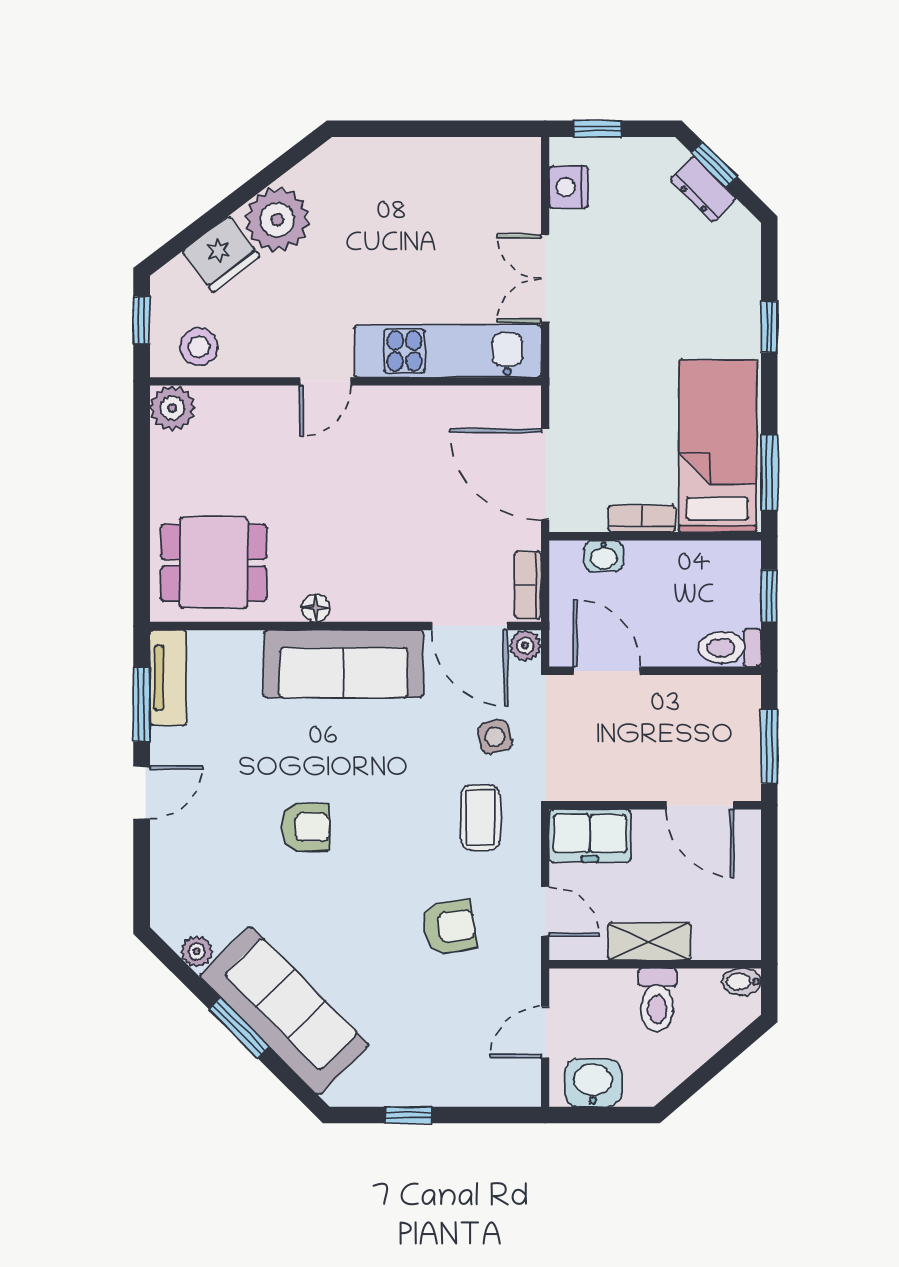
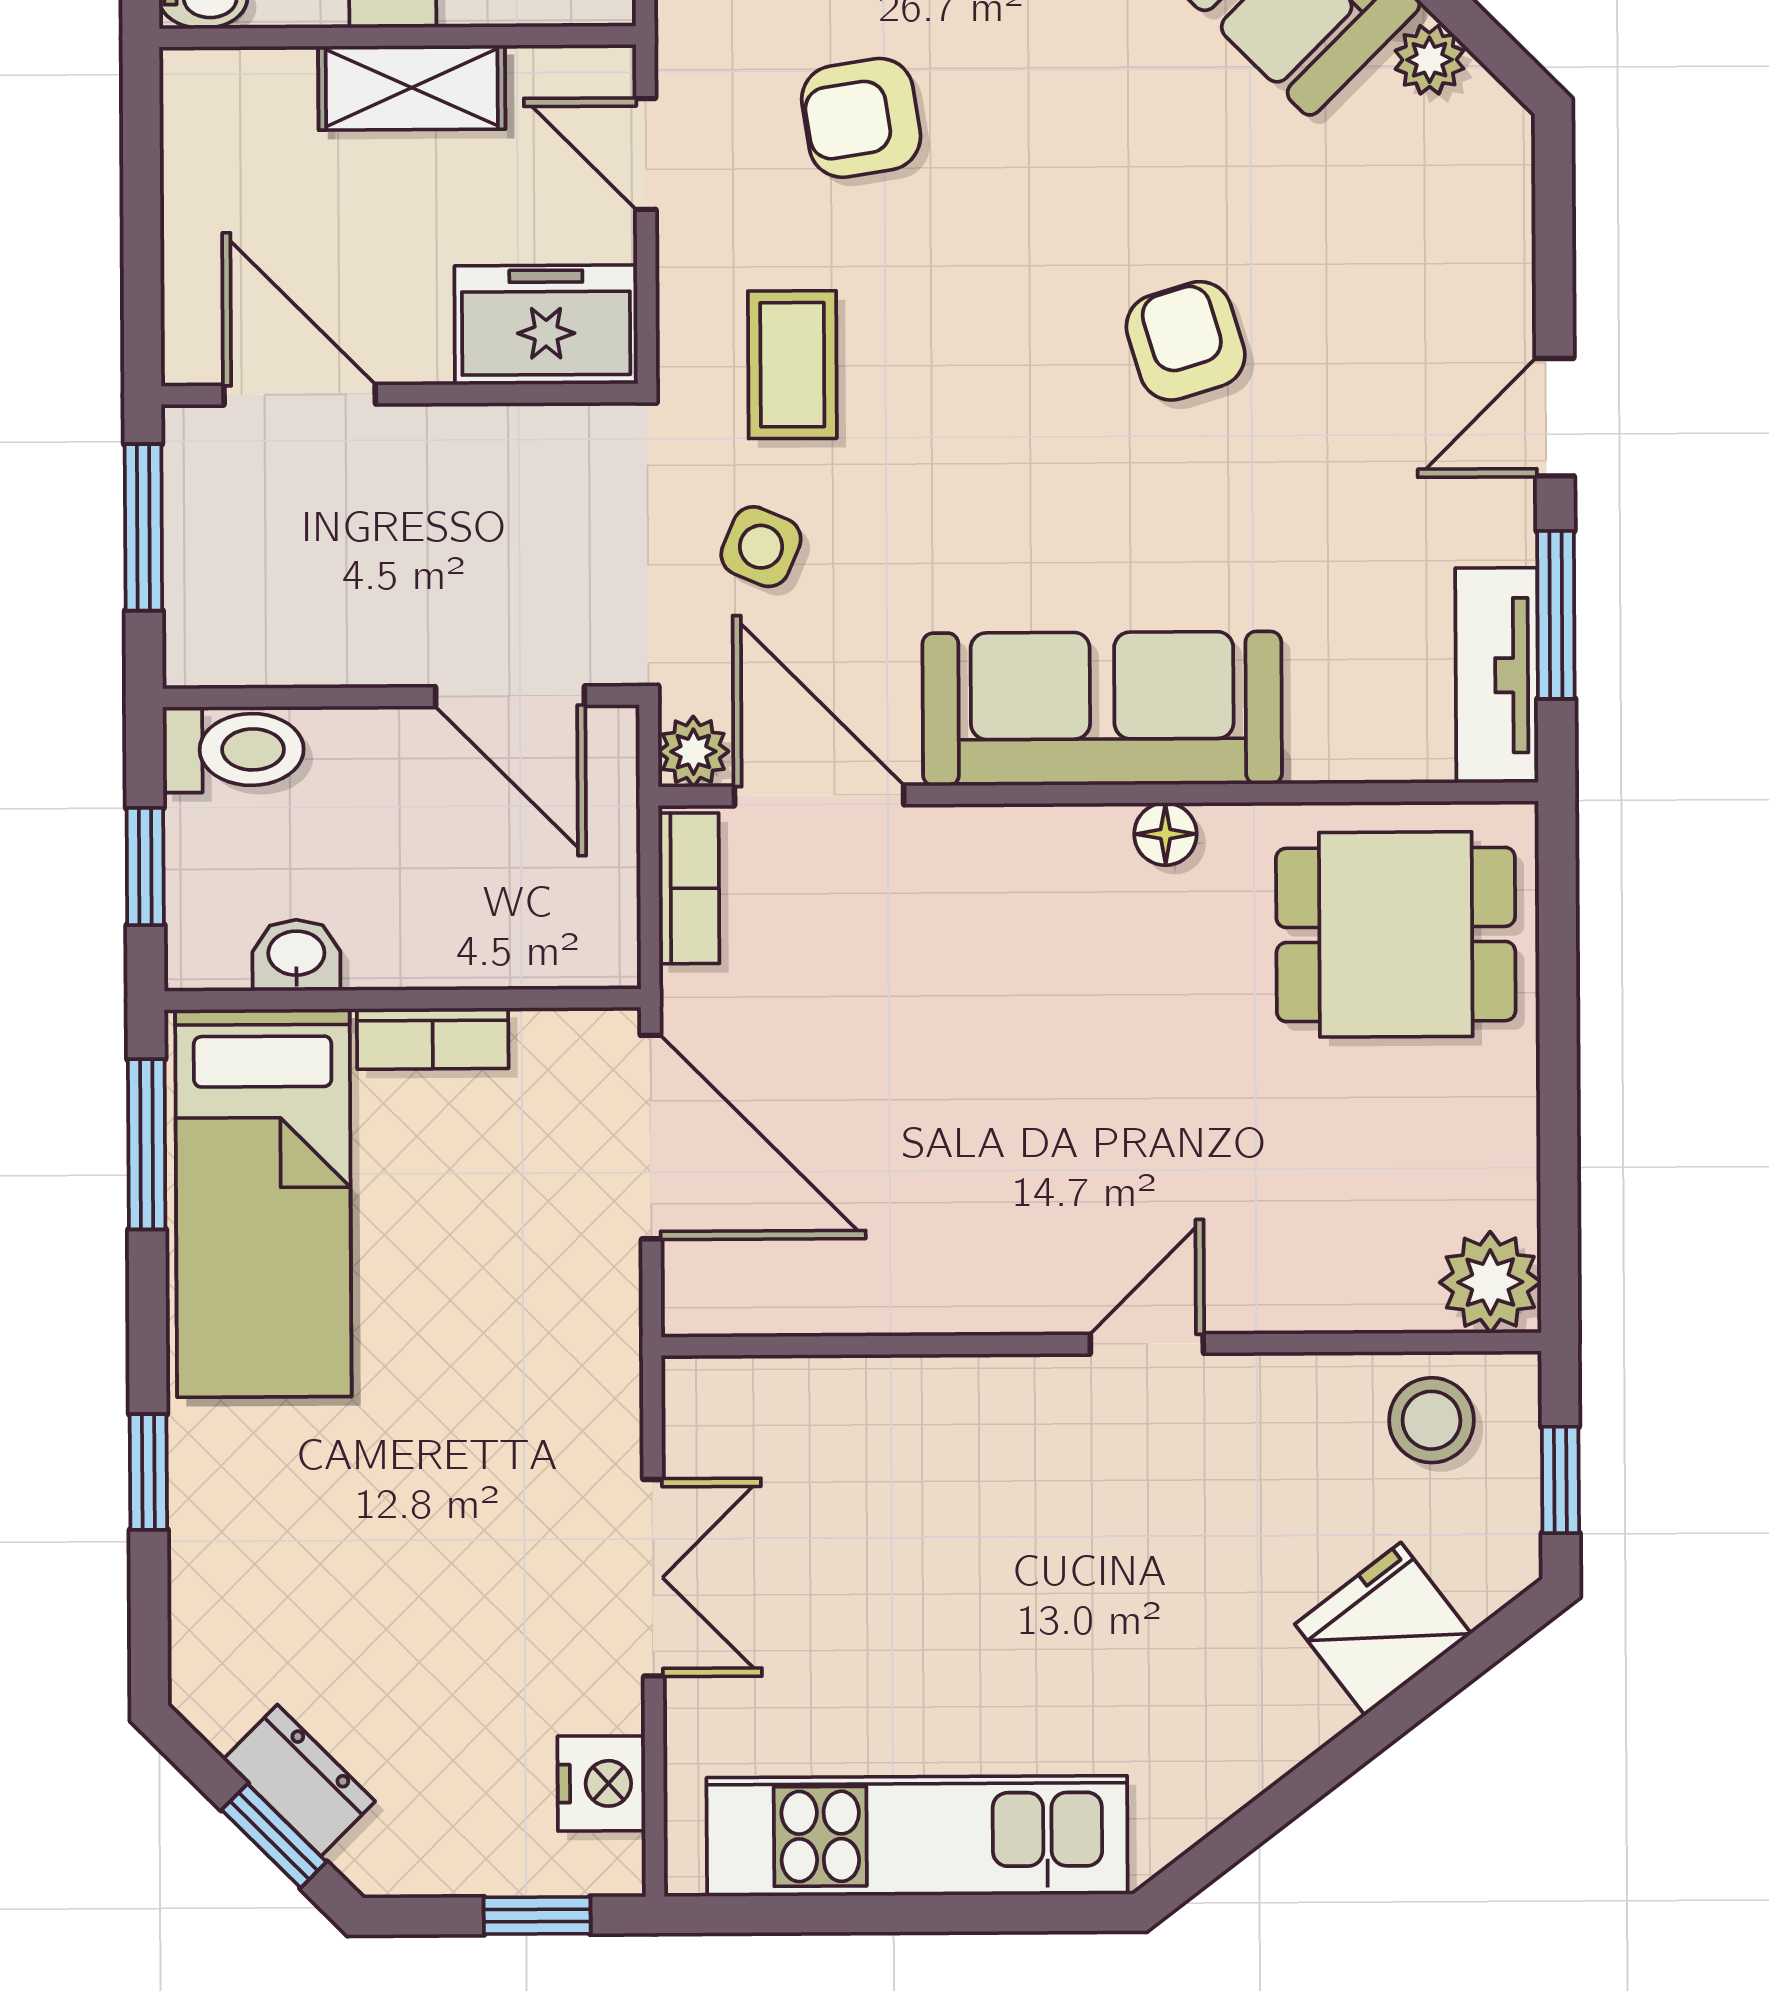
plant: (277, 220) -> (1257, 1707), removed
kitchen unit: (448, 351) -> (917, 1836), moved, turned 180
washbasin: (604, 556) -> (296, 955), moved
side table: (495, 737) -> (761, 547), turned 37
armchair: (306, 827) -> (1186, 341), turned 73

